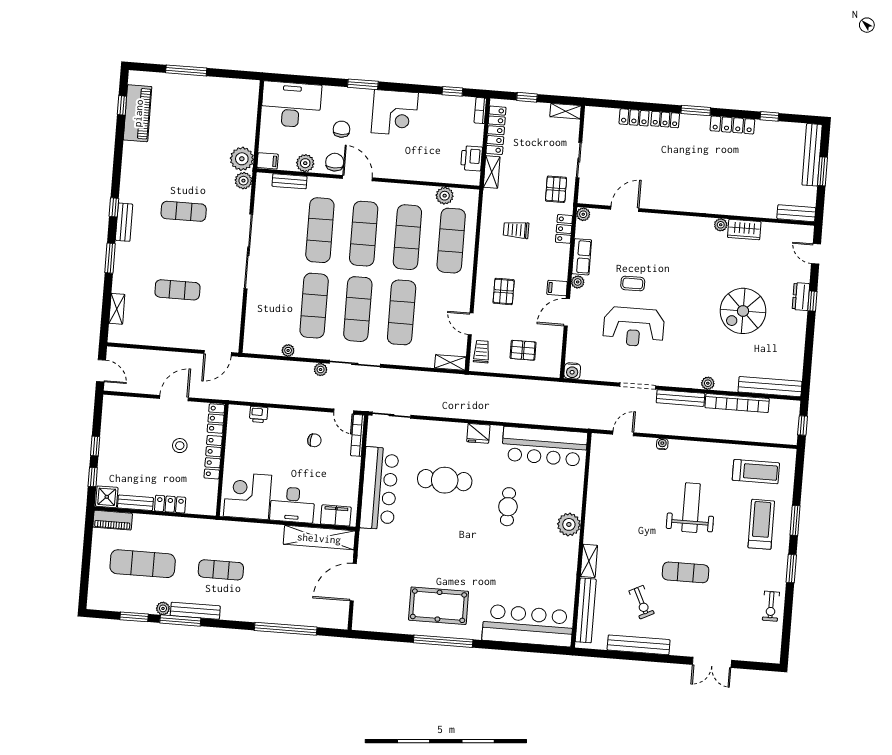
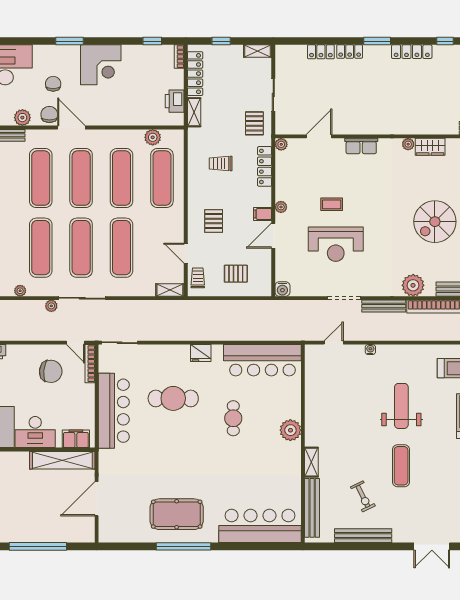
locker: (564, 229) -> (265, 166), width x1.53
row of seats: (582, 257) -> (361, 146), moved, turned 90
plant: (708, 383) -> (413, 285), width x1.88, depth x1.88
chair: (314, 440) -> (51, 371), width x1.87, depth x1.87
exercise mat: (686, 572) -> (401, 466), turned 90

